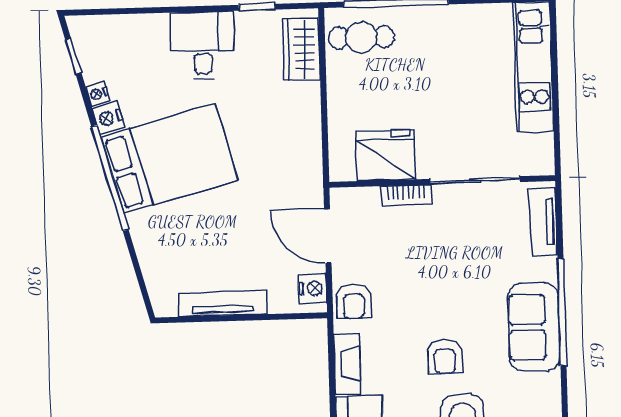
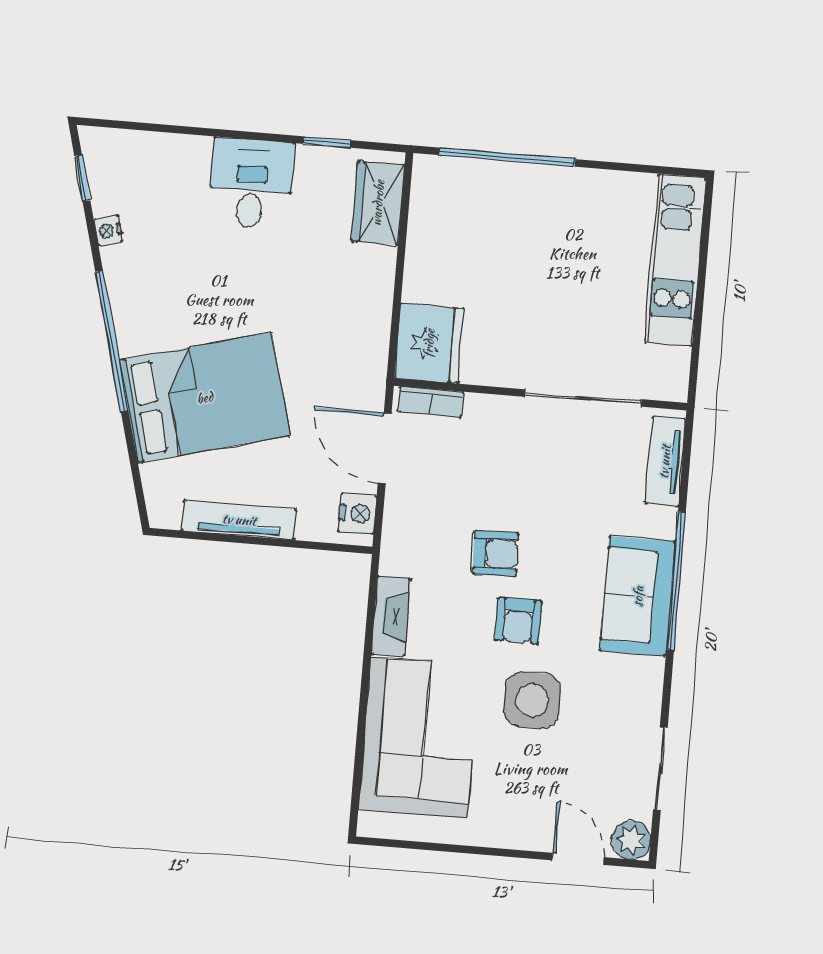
cafe table: (361, 37) -> (457, 196), removed
nightstand: (108, 118) -> (118, 263), removed
fridge: (386, 156) -> (429, 343), moved, turned 90
bed: (169, 159) -> (205, 398), moved
bookcase: (406, 195) -> (431, 402), moved
armchair: (354, 301) -> (496, 554), moved, turned -92

